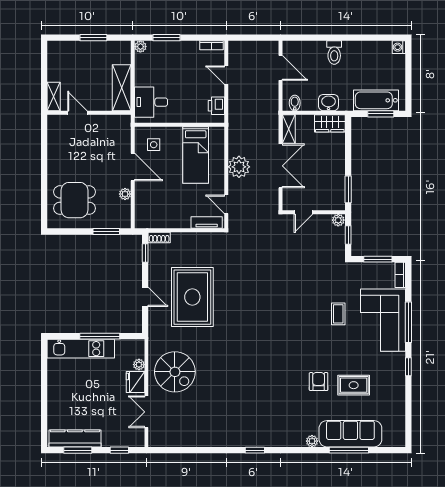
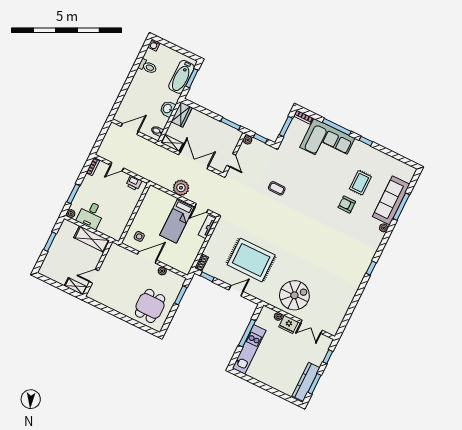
toilet: (334, 53) -> (148, 67), moved
desk: (151, 102) -> (91, 215), moved
bed: (196, 155) -> (177, 221), moved, turned 90
coffee table: (338, 314) -> (277, 188), moved

